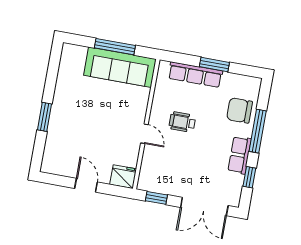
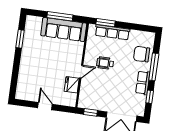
window: (214, 64) -> (106, 23), moved
window: (45, 117) -> (20, 39), moved
door: (144, 134) -> (81, 72), hinge flipped
fridge: (123, 177) -> (72, 85), moved, turned -90

